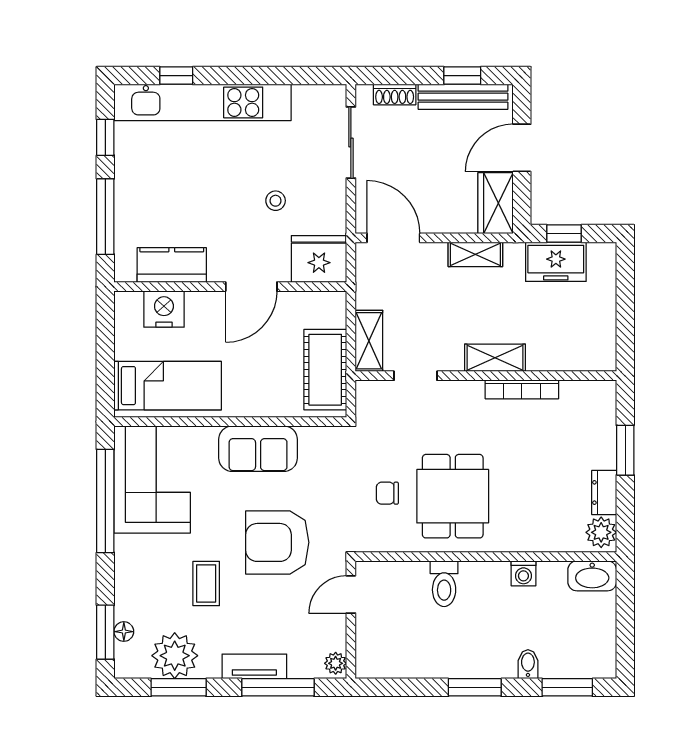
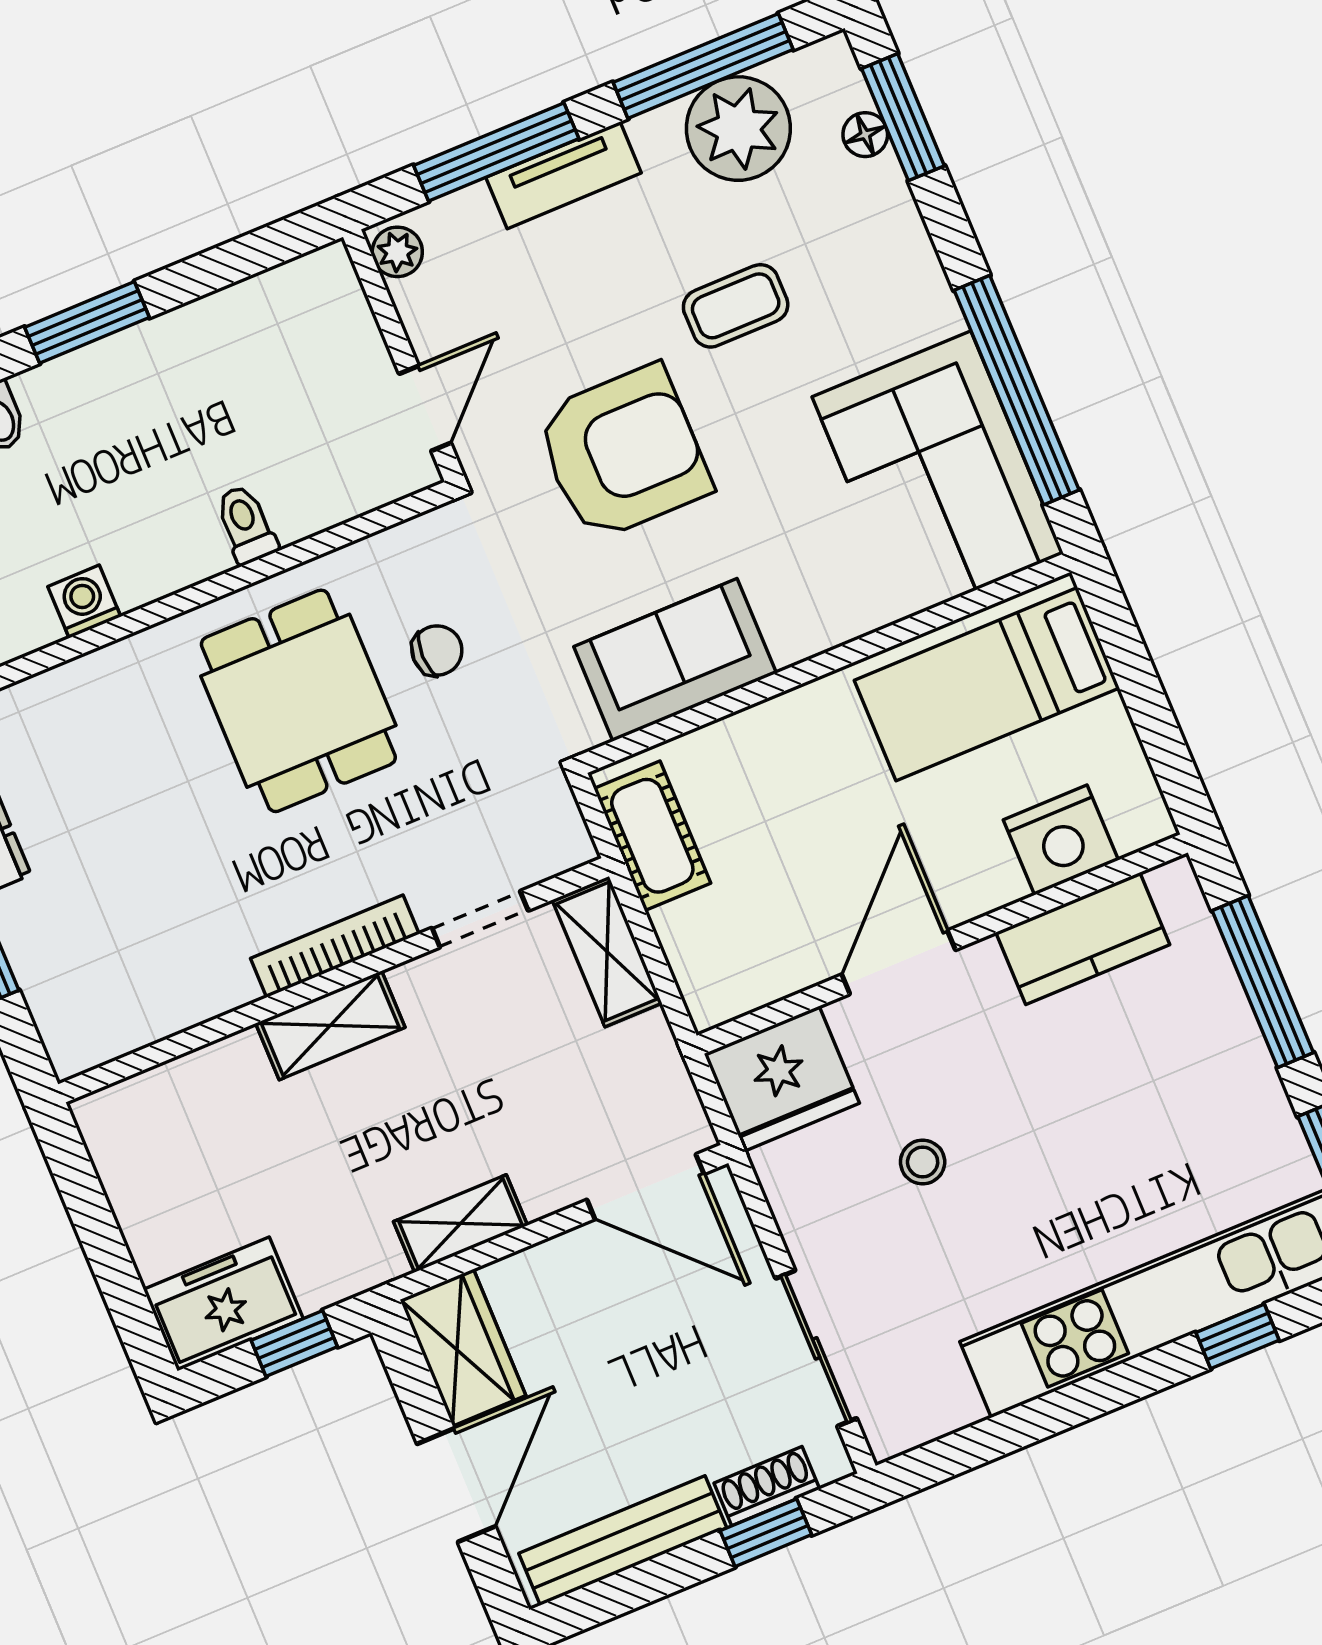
window: (462, 76) -> (766, 1533), moved
freezer: (556, 262) -> (223, 1304), moved
cot: (325, 370) -> (652, 836), width x0.73, depth x0.75
bookcase: (522, 389) -> (335, 946), moved
sofa: (258, 449) -> (675, 660), moved
coffee table: (206, 583) -> (736, 306), turned 90
toilet: (444, 584) -> (246, 525), width x0.73, depth x0.72
window: (179, 687) -> (703, 66), width x1.44

